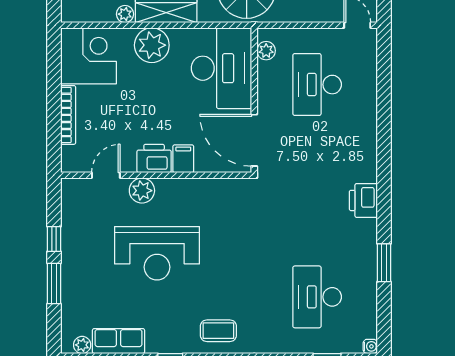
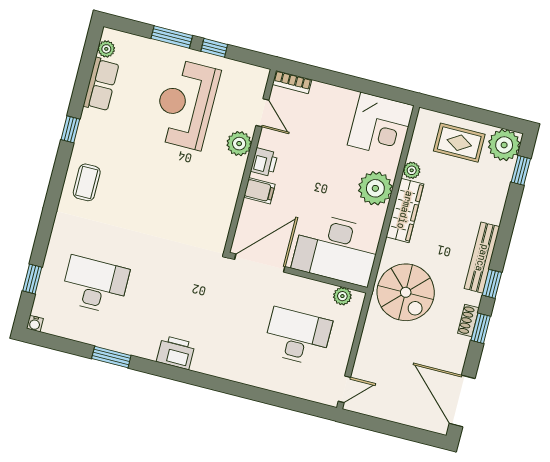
bookcase: (68, 115) -> (292, 82), moved, width x0.64
printer: (154, 158) -> (264, 162), width x0.73, depth x0.81
reception desk: (157, 253) -> (186, 104), moved

